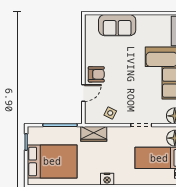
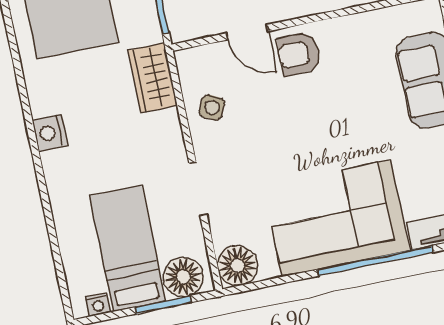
armchair: (96, 74) -> (299, 54), turned 90

